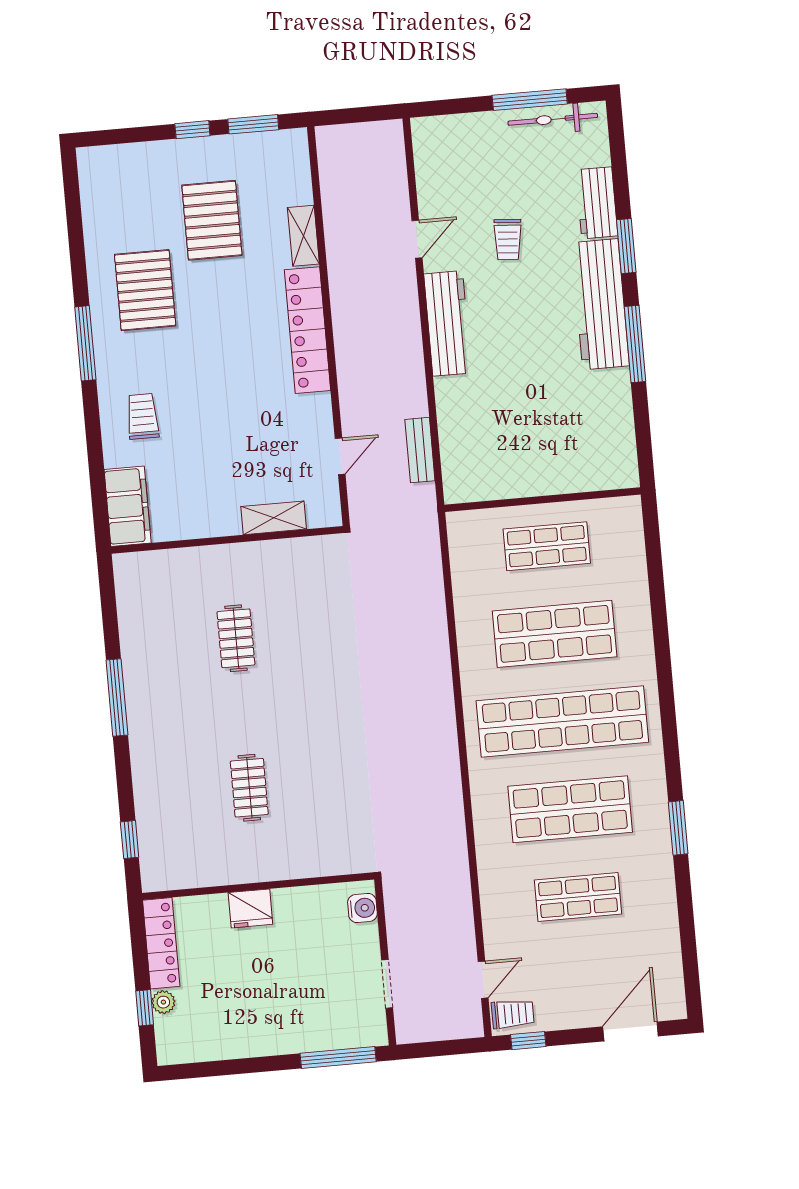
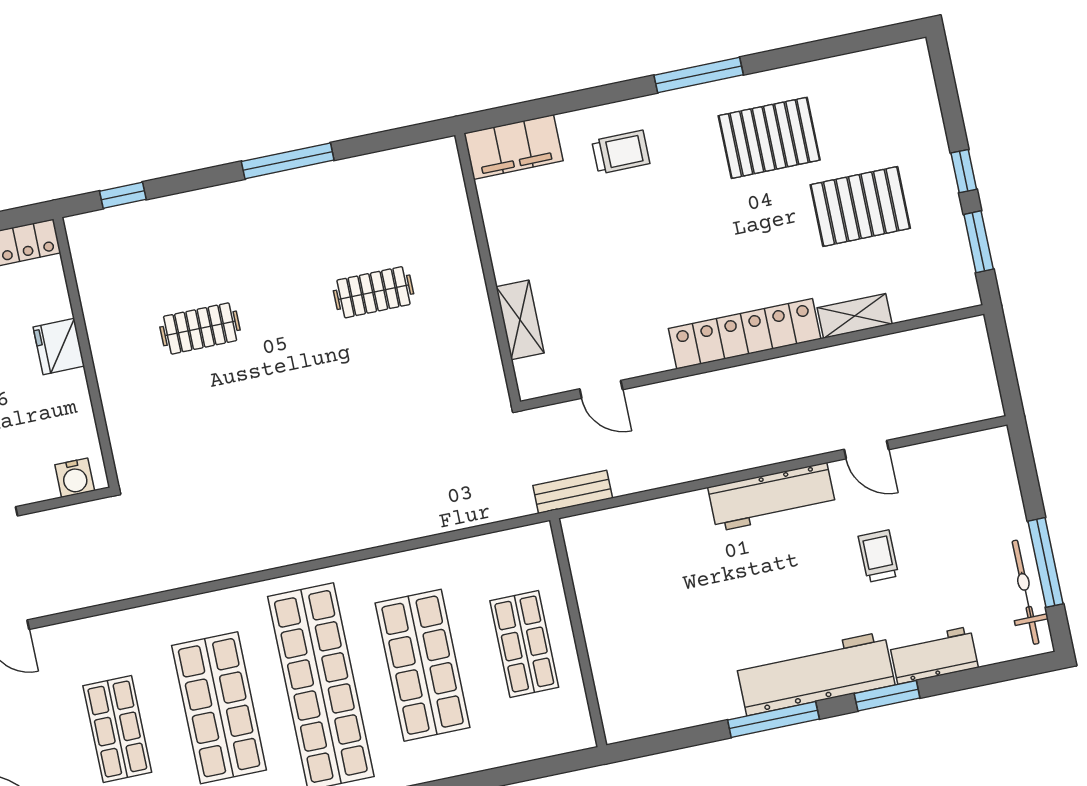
trolley: (508, 240) -> (878, 556), turned 86
bench: (420, 450) -> (573, 492), moved

